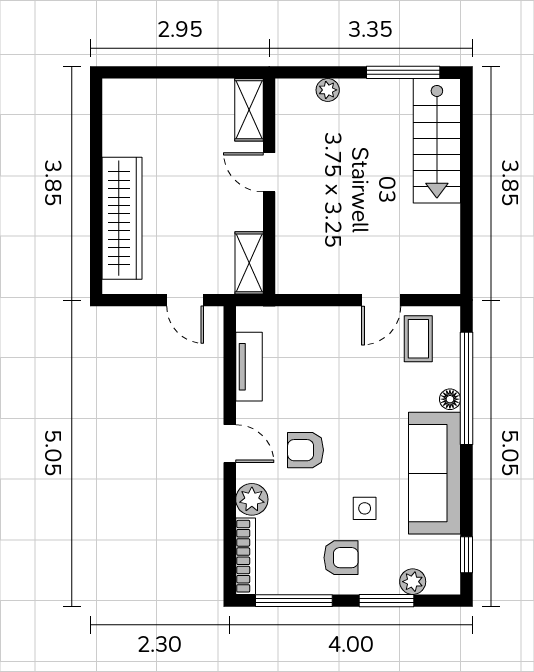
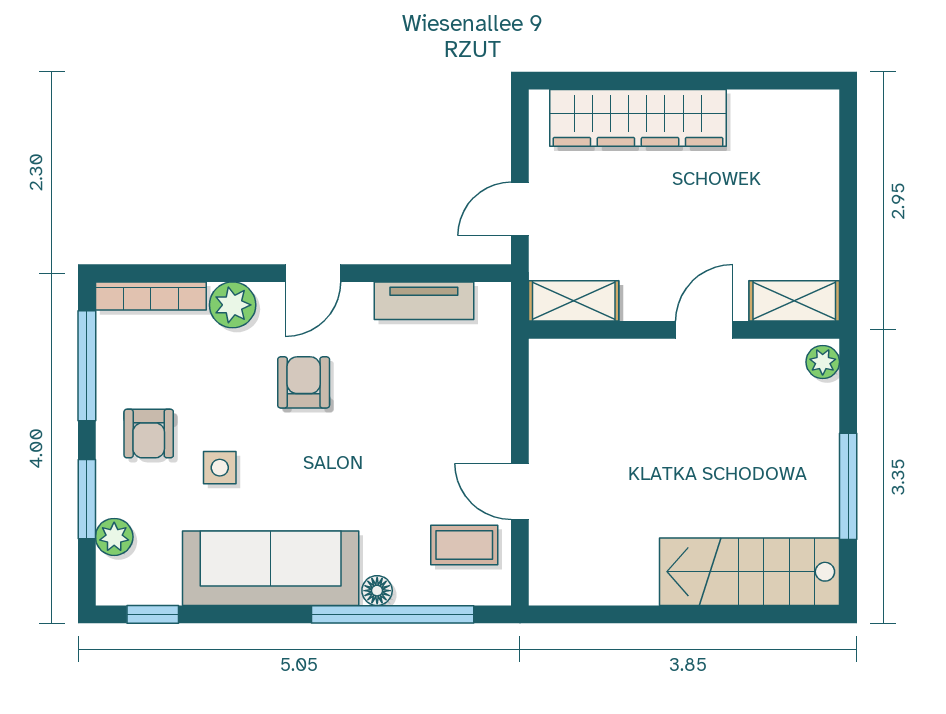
window: (403, 72) -> (848, 486), moved
plant: (328, 90) -> (823, 362), moved

